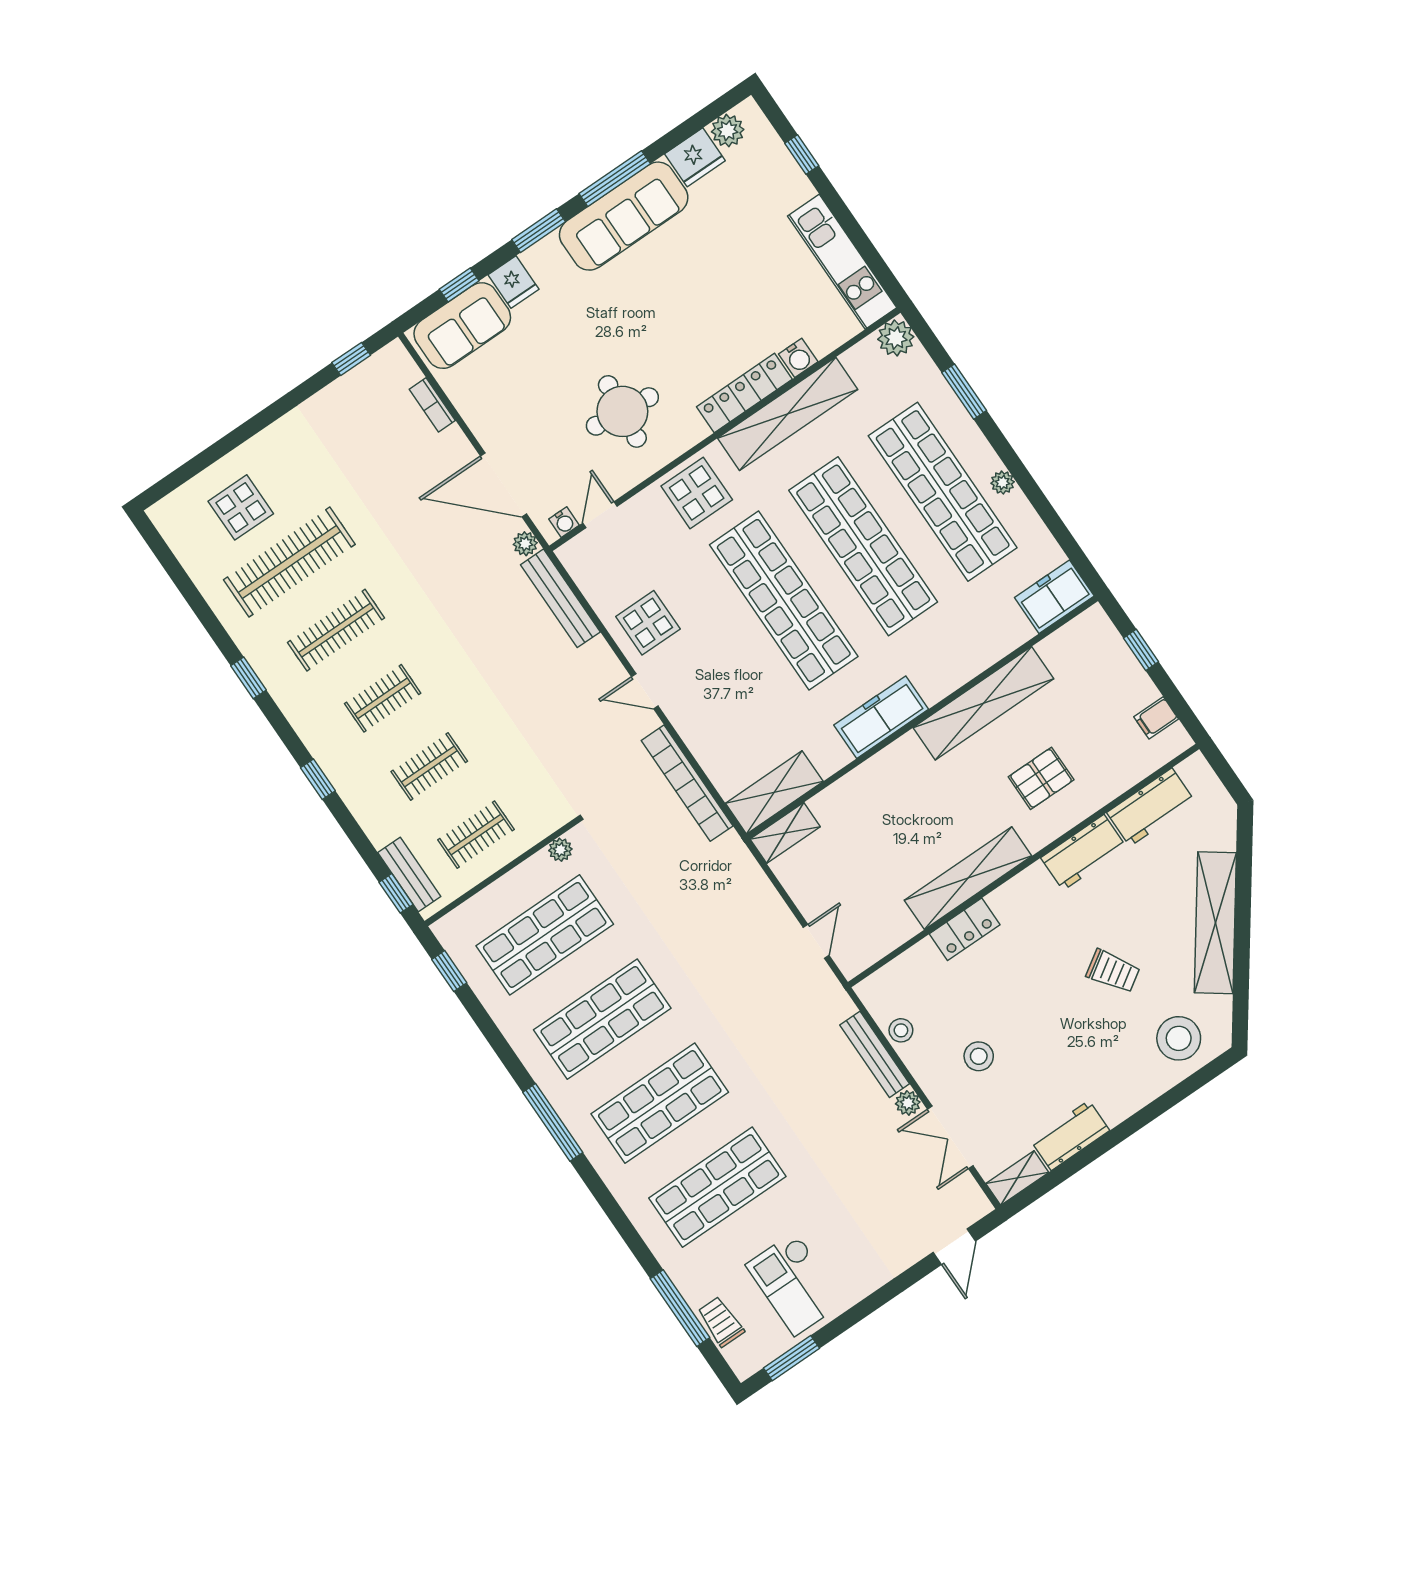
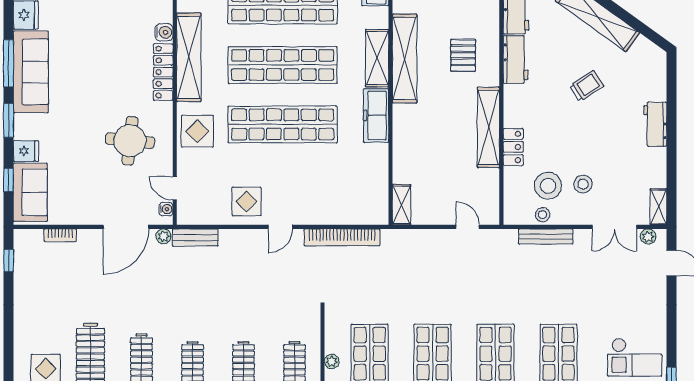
bench: (560, 598) -> (195, 238), width x0.73
shelving: (774, 792) -> (377, 58), moved
plant: (560, 850) -> (332, 361), moved
stool: (1179, 1038) -> (548, 186), moved
plant: (908, 1103) -> (648, 237), moved
workbench: (1070, 1135) -> (655, 124), moved

